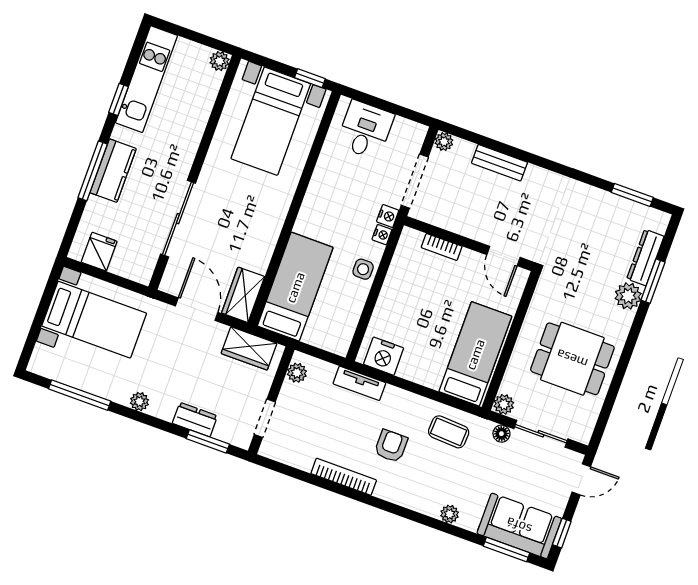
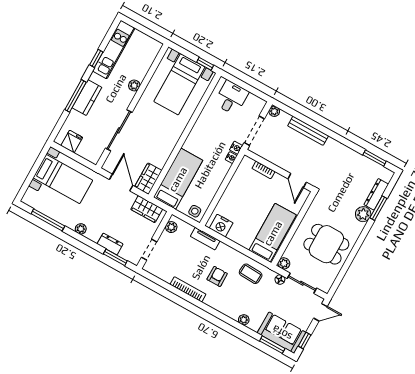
plant: (219, 61) -> (134, 85), moved
bench: (499, 163) -> (308, 131), width x1.36
side table: (363, 269) -> (195, 211), moved

